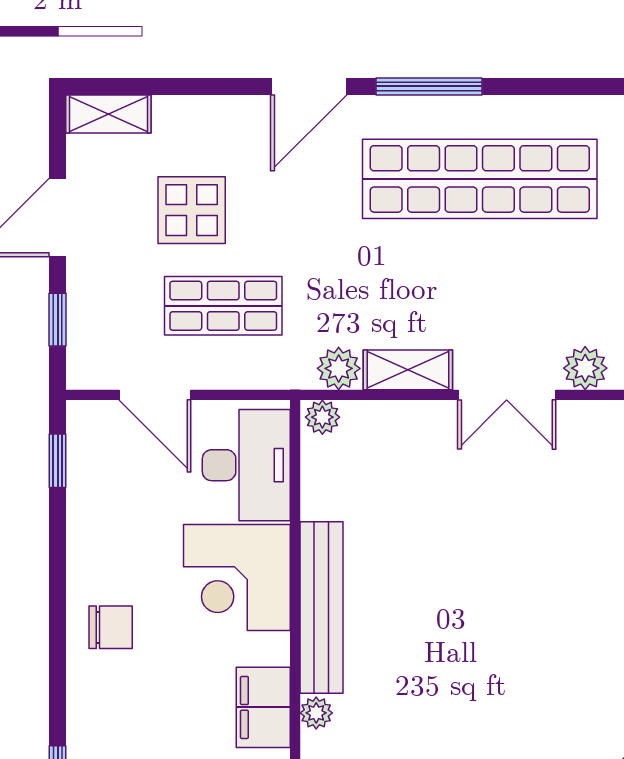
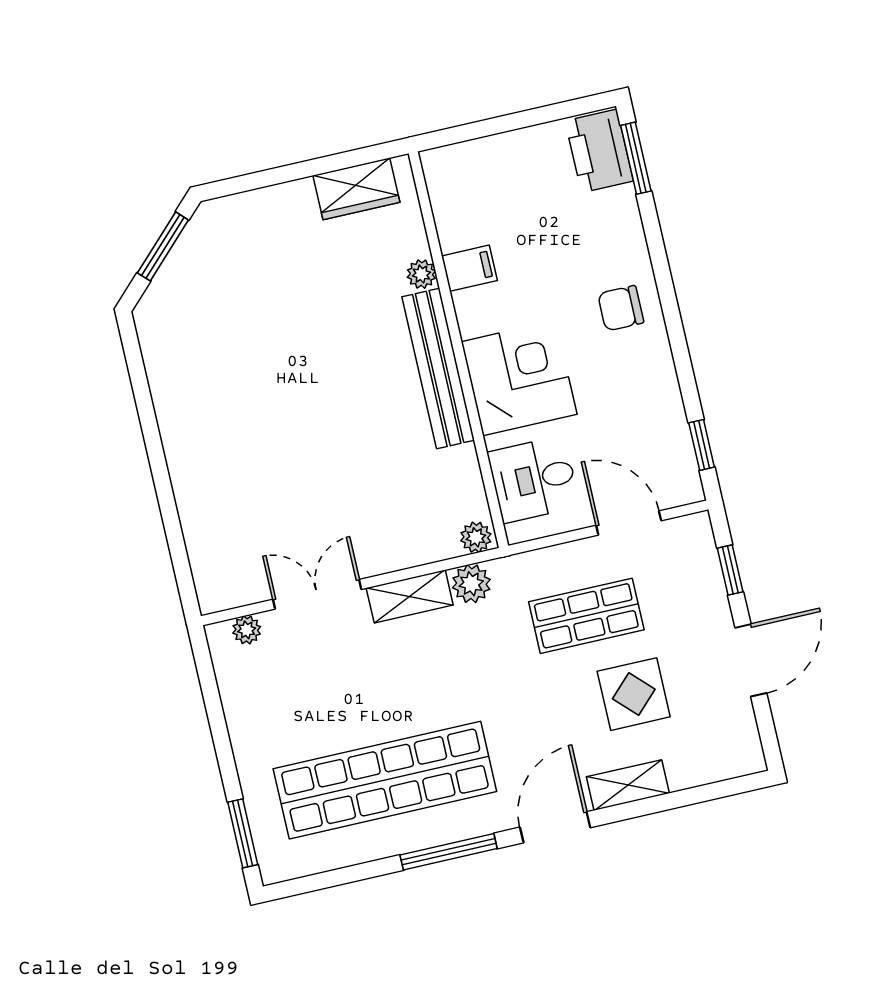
shelving: (108, 114) -> (628, 785), moved
plant: (585, 368) -> (247, 630), width x0.73, depth x0.73
desk: (246, 465) -> (534, 479), width x0.73
filing cabinet: (263, 707) -> (469, 268), width x0.50

